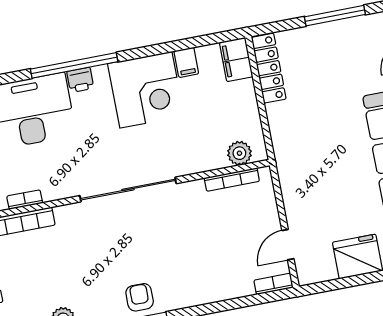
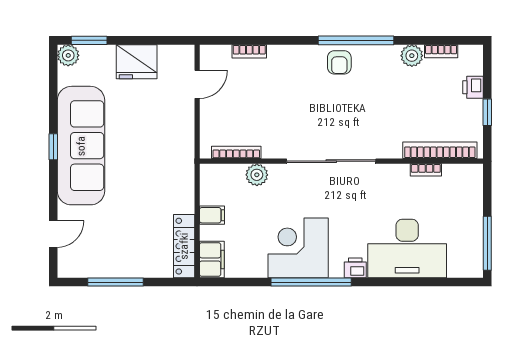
filing cabinet: (186, 62) -> (212, 215), moved, turned 90
window: (74, 65) -> (311, 282), moved
plant: (239, 153) -> (257, 175), moved
bookcase: (274, 284) -> (249, 51), moved

